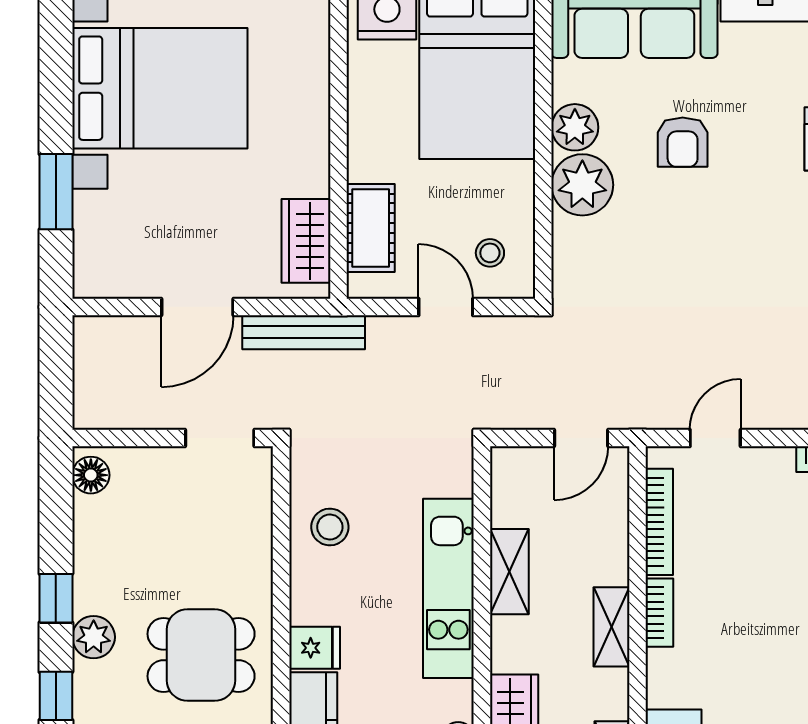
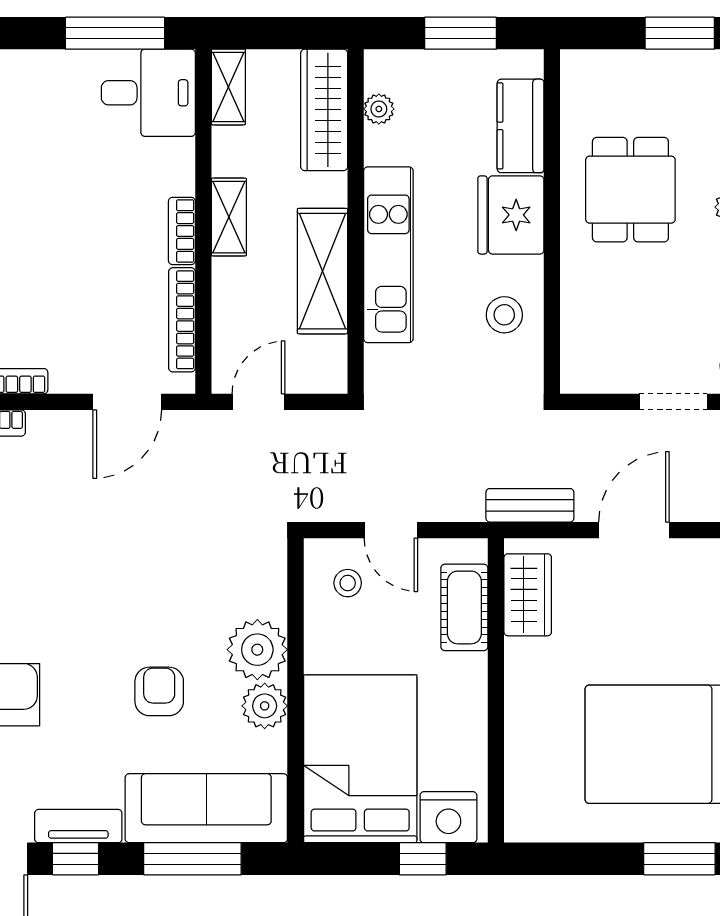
bench: (304, 332) -> (530, 505), width x0.73
doorway: (220, 438) -> (673, 402), moved
door: (715, 438) -> (127, 402), width x1.37
shelving: (509, 572) -> (322, 271), width x1.50, depth x1.33
fridge: (315, 648) -> (511, 215), width x1.88, depth x1.34
dining table: (201, 655) -> (630, 190), turned 90

